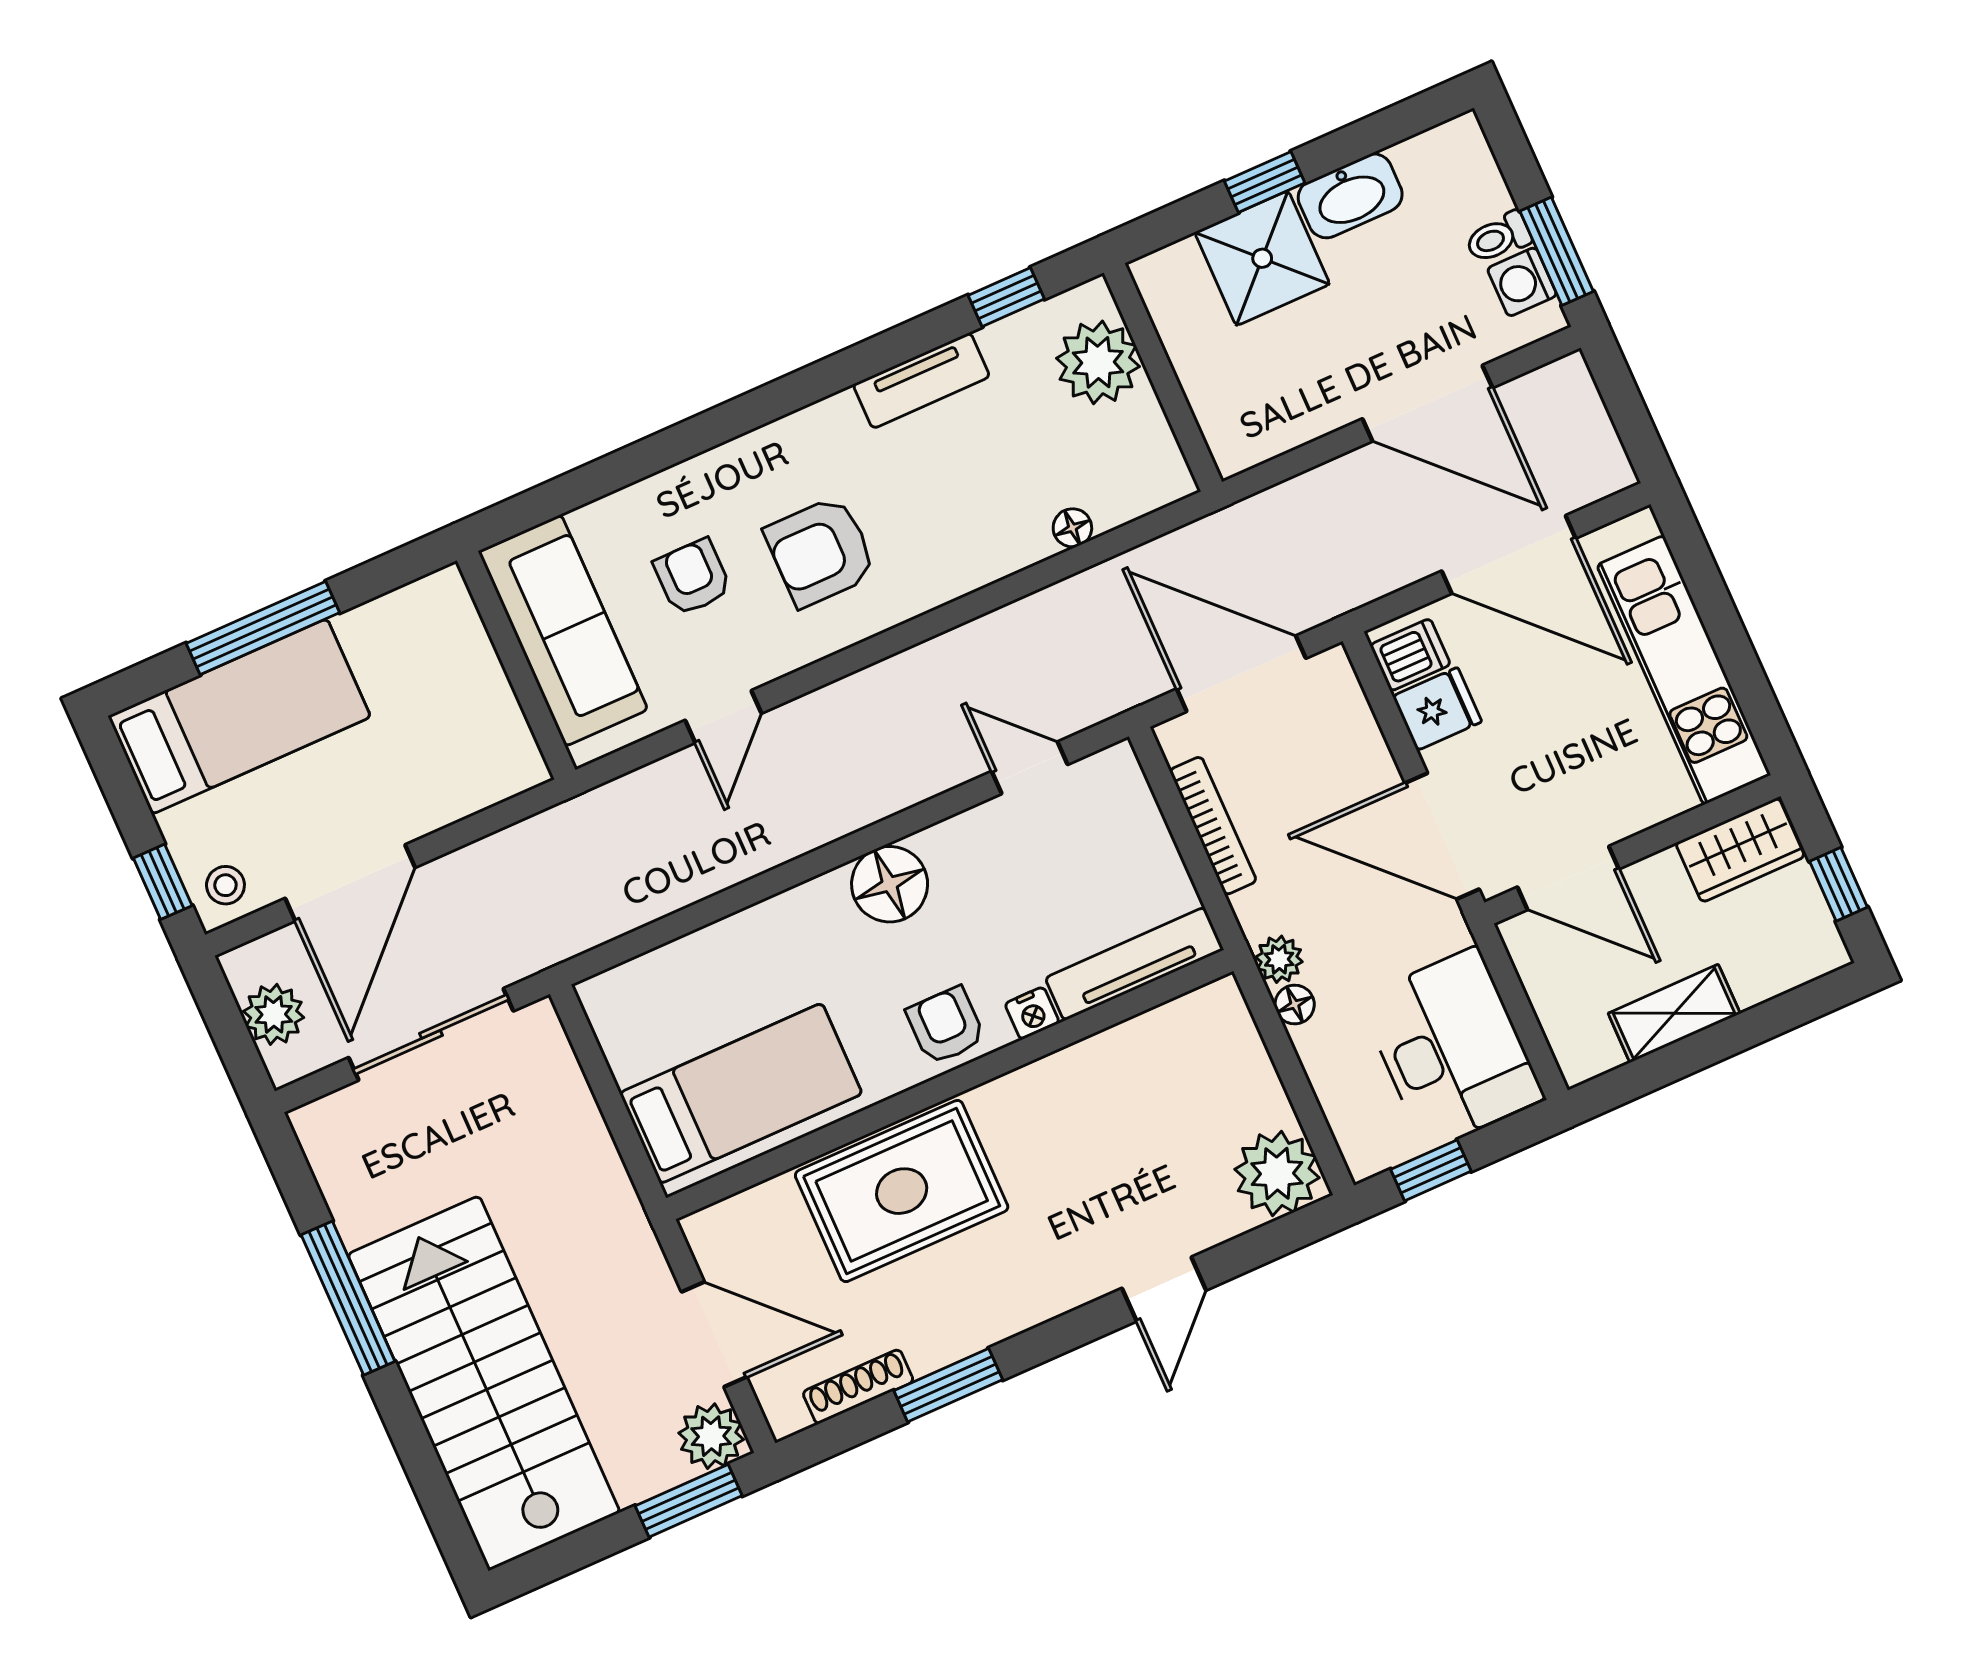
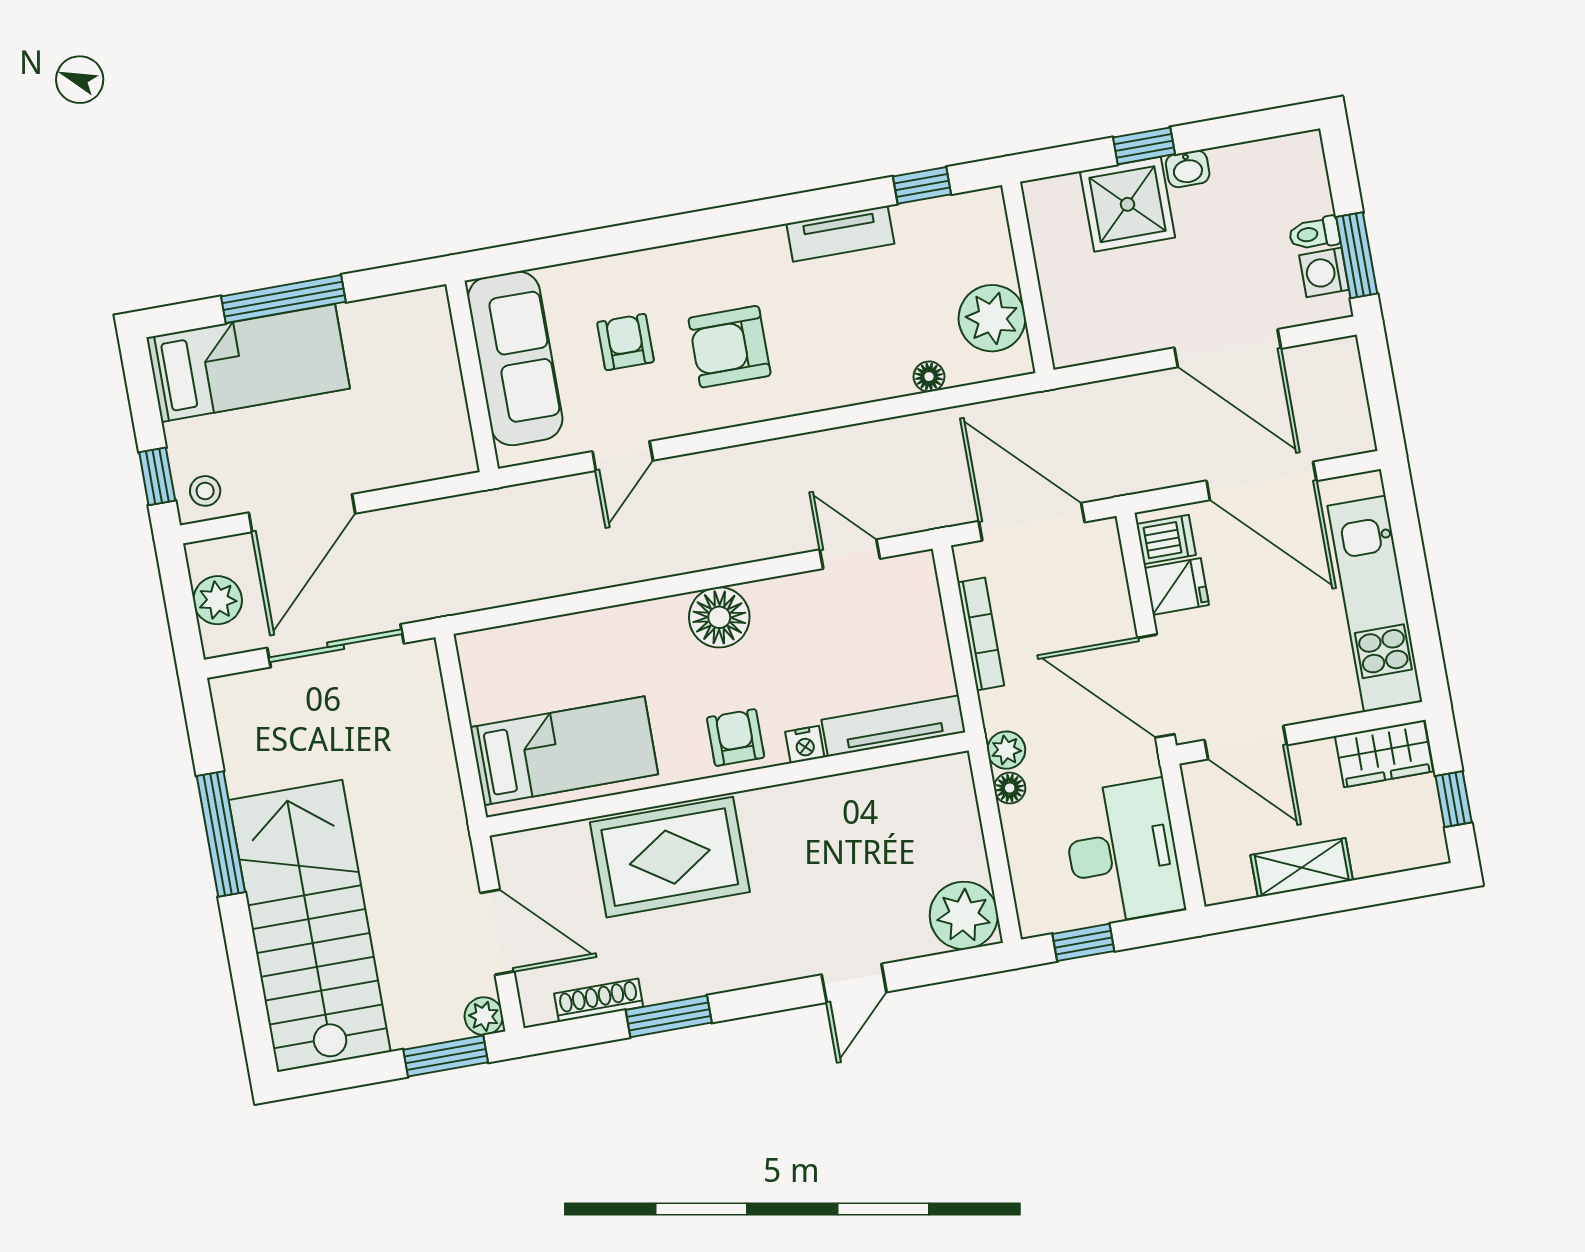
washbasin: (1350, 196) -> (1188, 169), width x0.52, depth x0.69
plant: (1098, 362) -> (992, 318), moved
plant: (711, 1436) -> (484, 1016), width x0.73, depth x0.73

